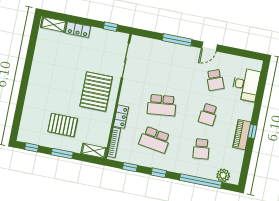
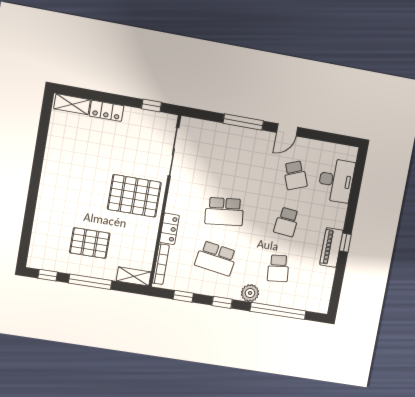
pallet: (96, 92) -> (134, 196), turned 90
window: (62, 153) -> (90, 282), width x1.44
plant: (223, 175) -> (250, 293), moved

